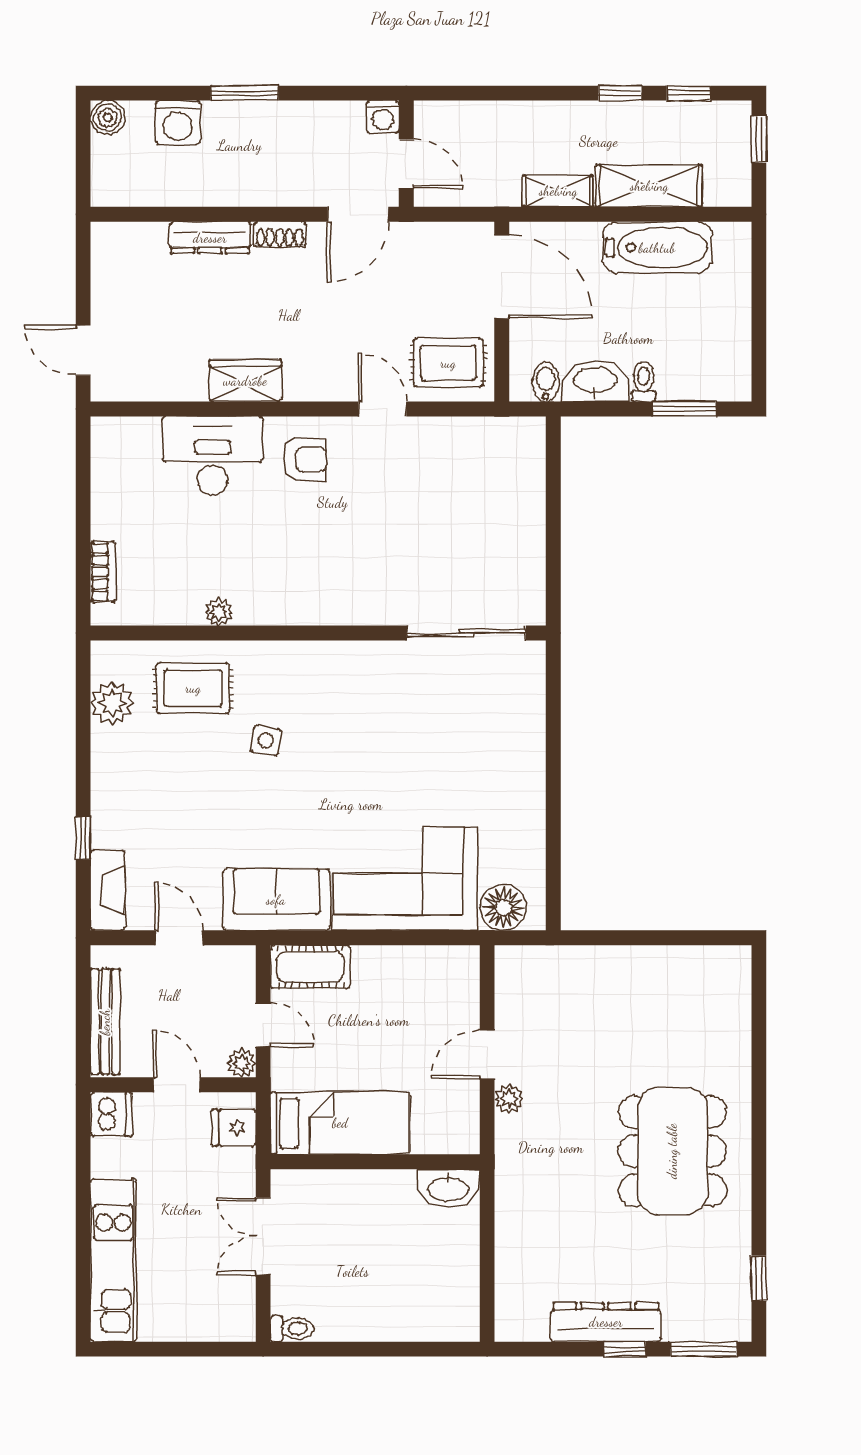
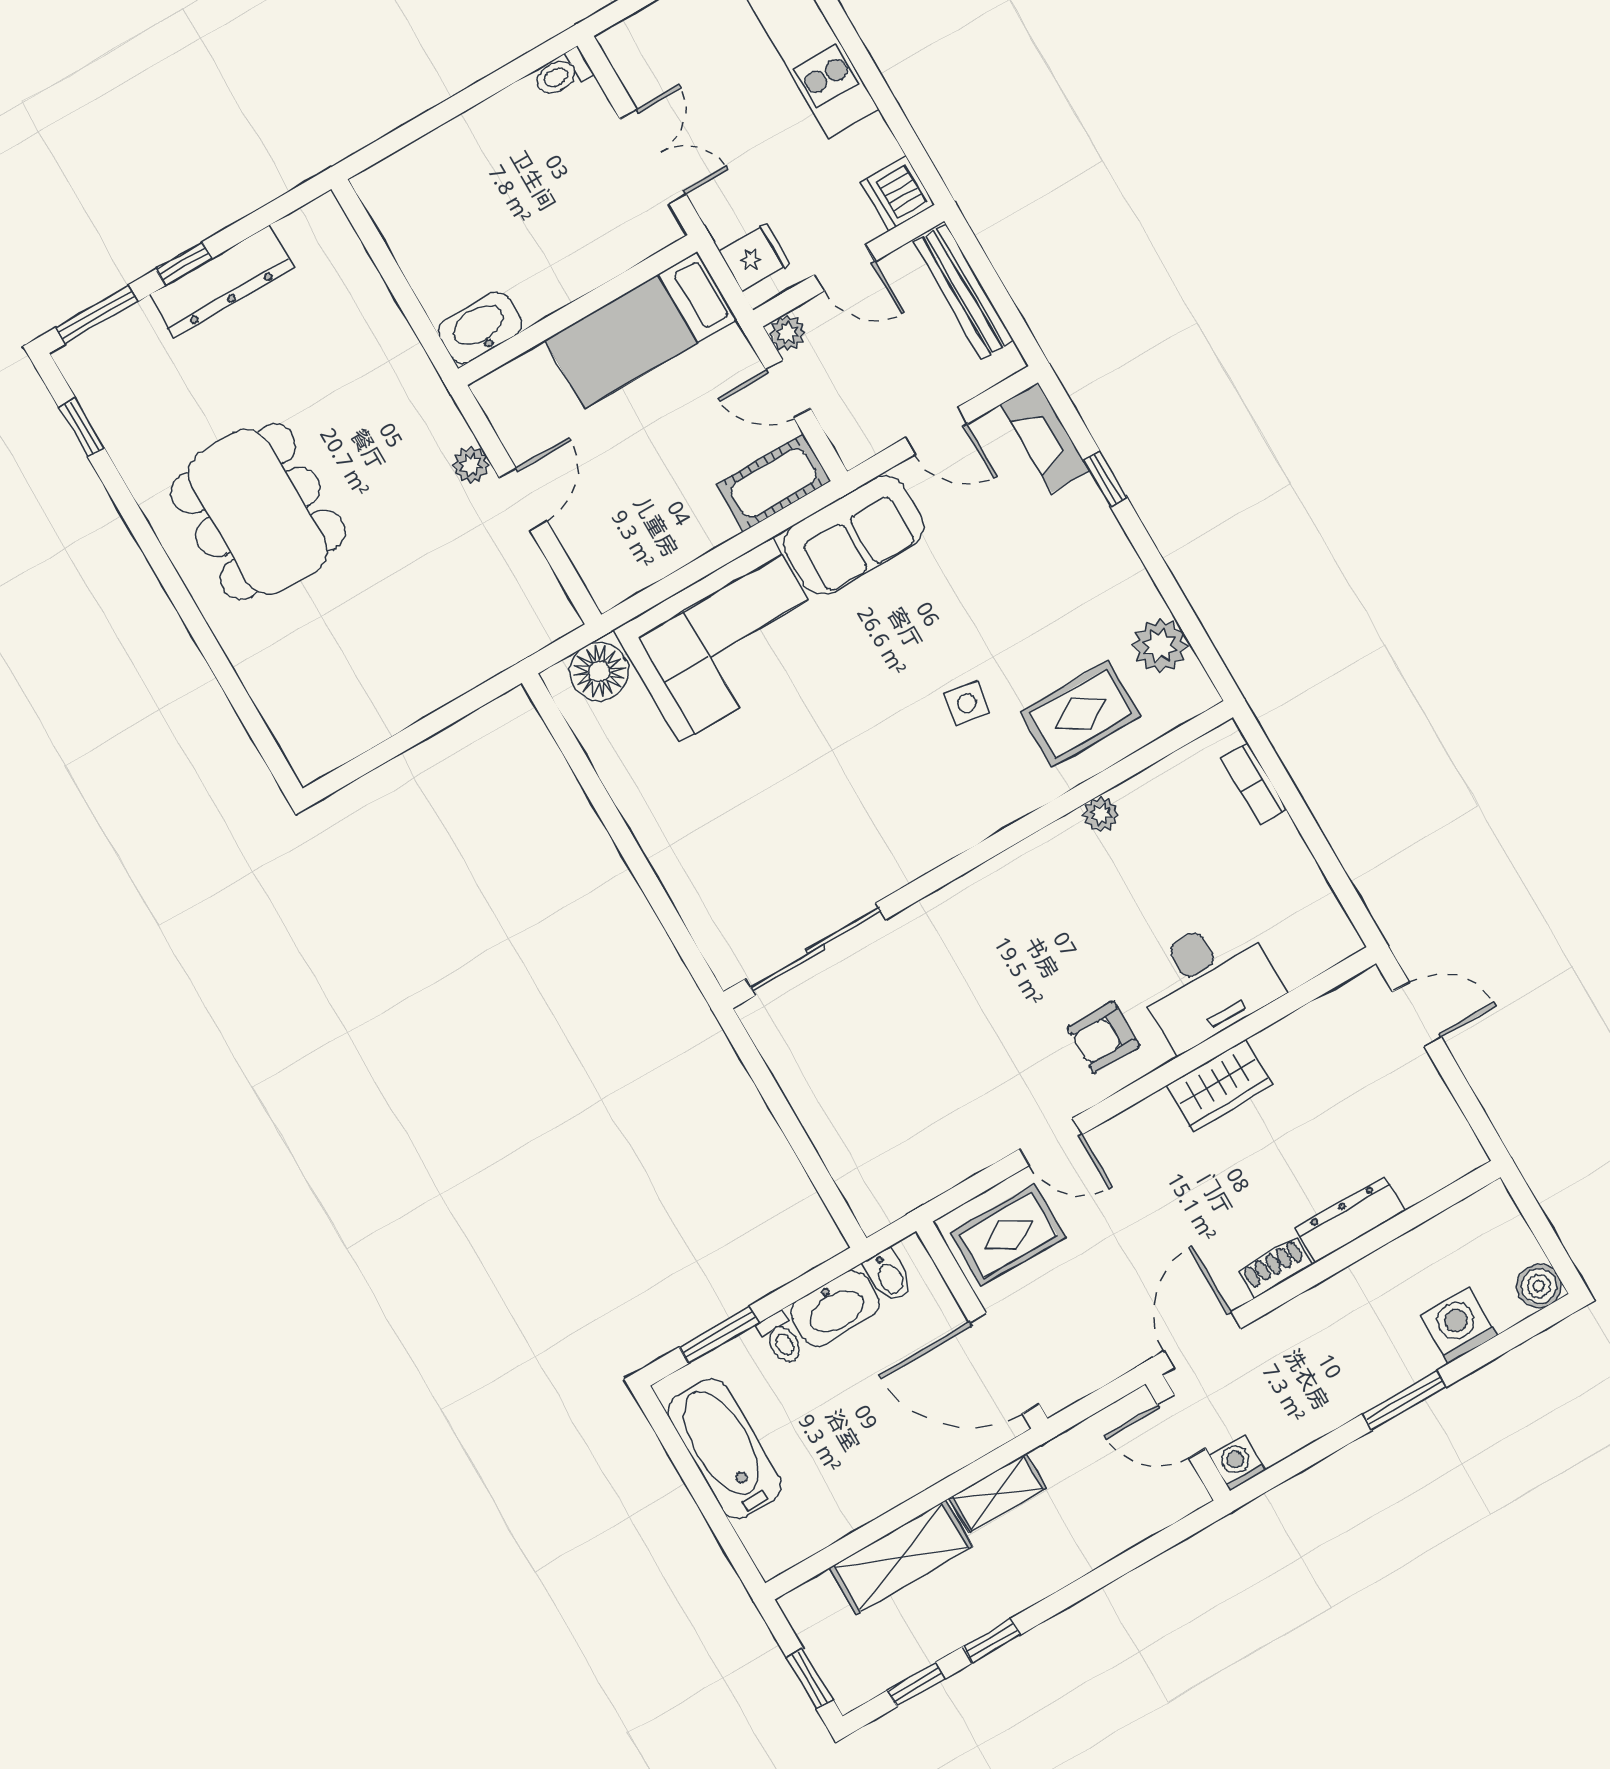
bathtub: (657, 248) -> (725, 1449), moved, turned 90

